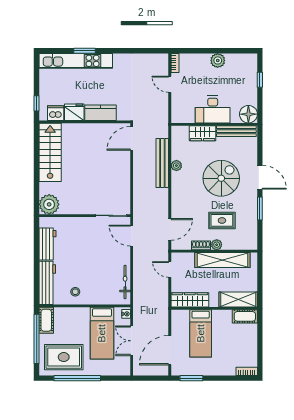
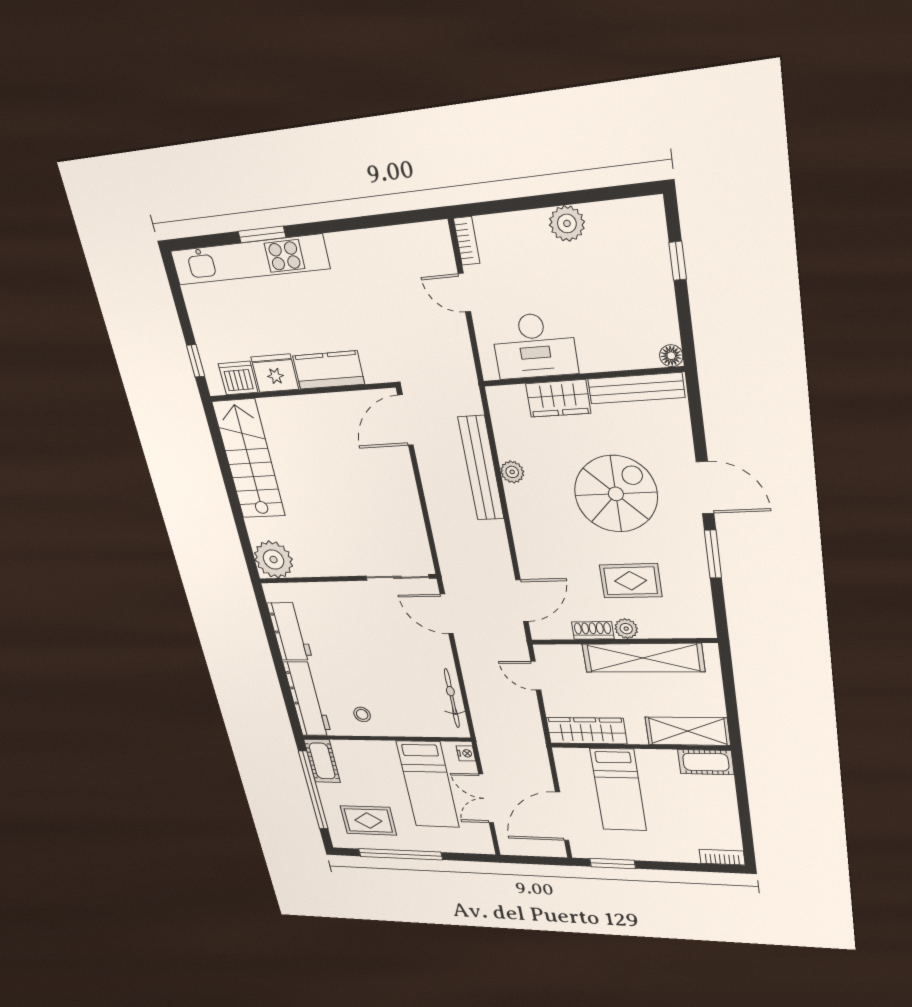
desk: (213, 109) -> (534, 346), moved
floor lamp: (248, 114) -> (671, 356), width x0.53, depth x0.53
rug: (64, 357) -> (368, 821), width x0.73, depth x0.70

